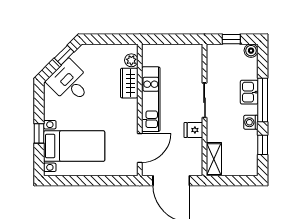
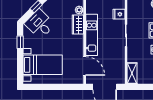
fridge: (193, 130) -> (119, 14), moved
window: (39, 133) -> (20, 42), moved
door: (140, 148) -> (85, 66), hinge flipped

